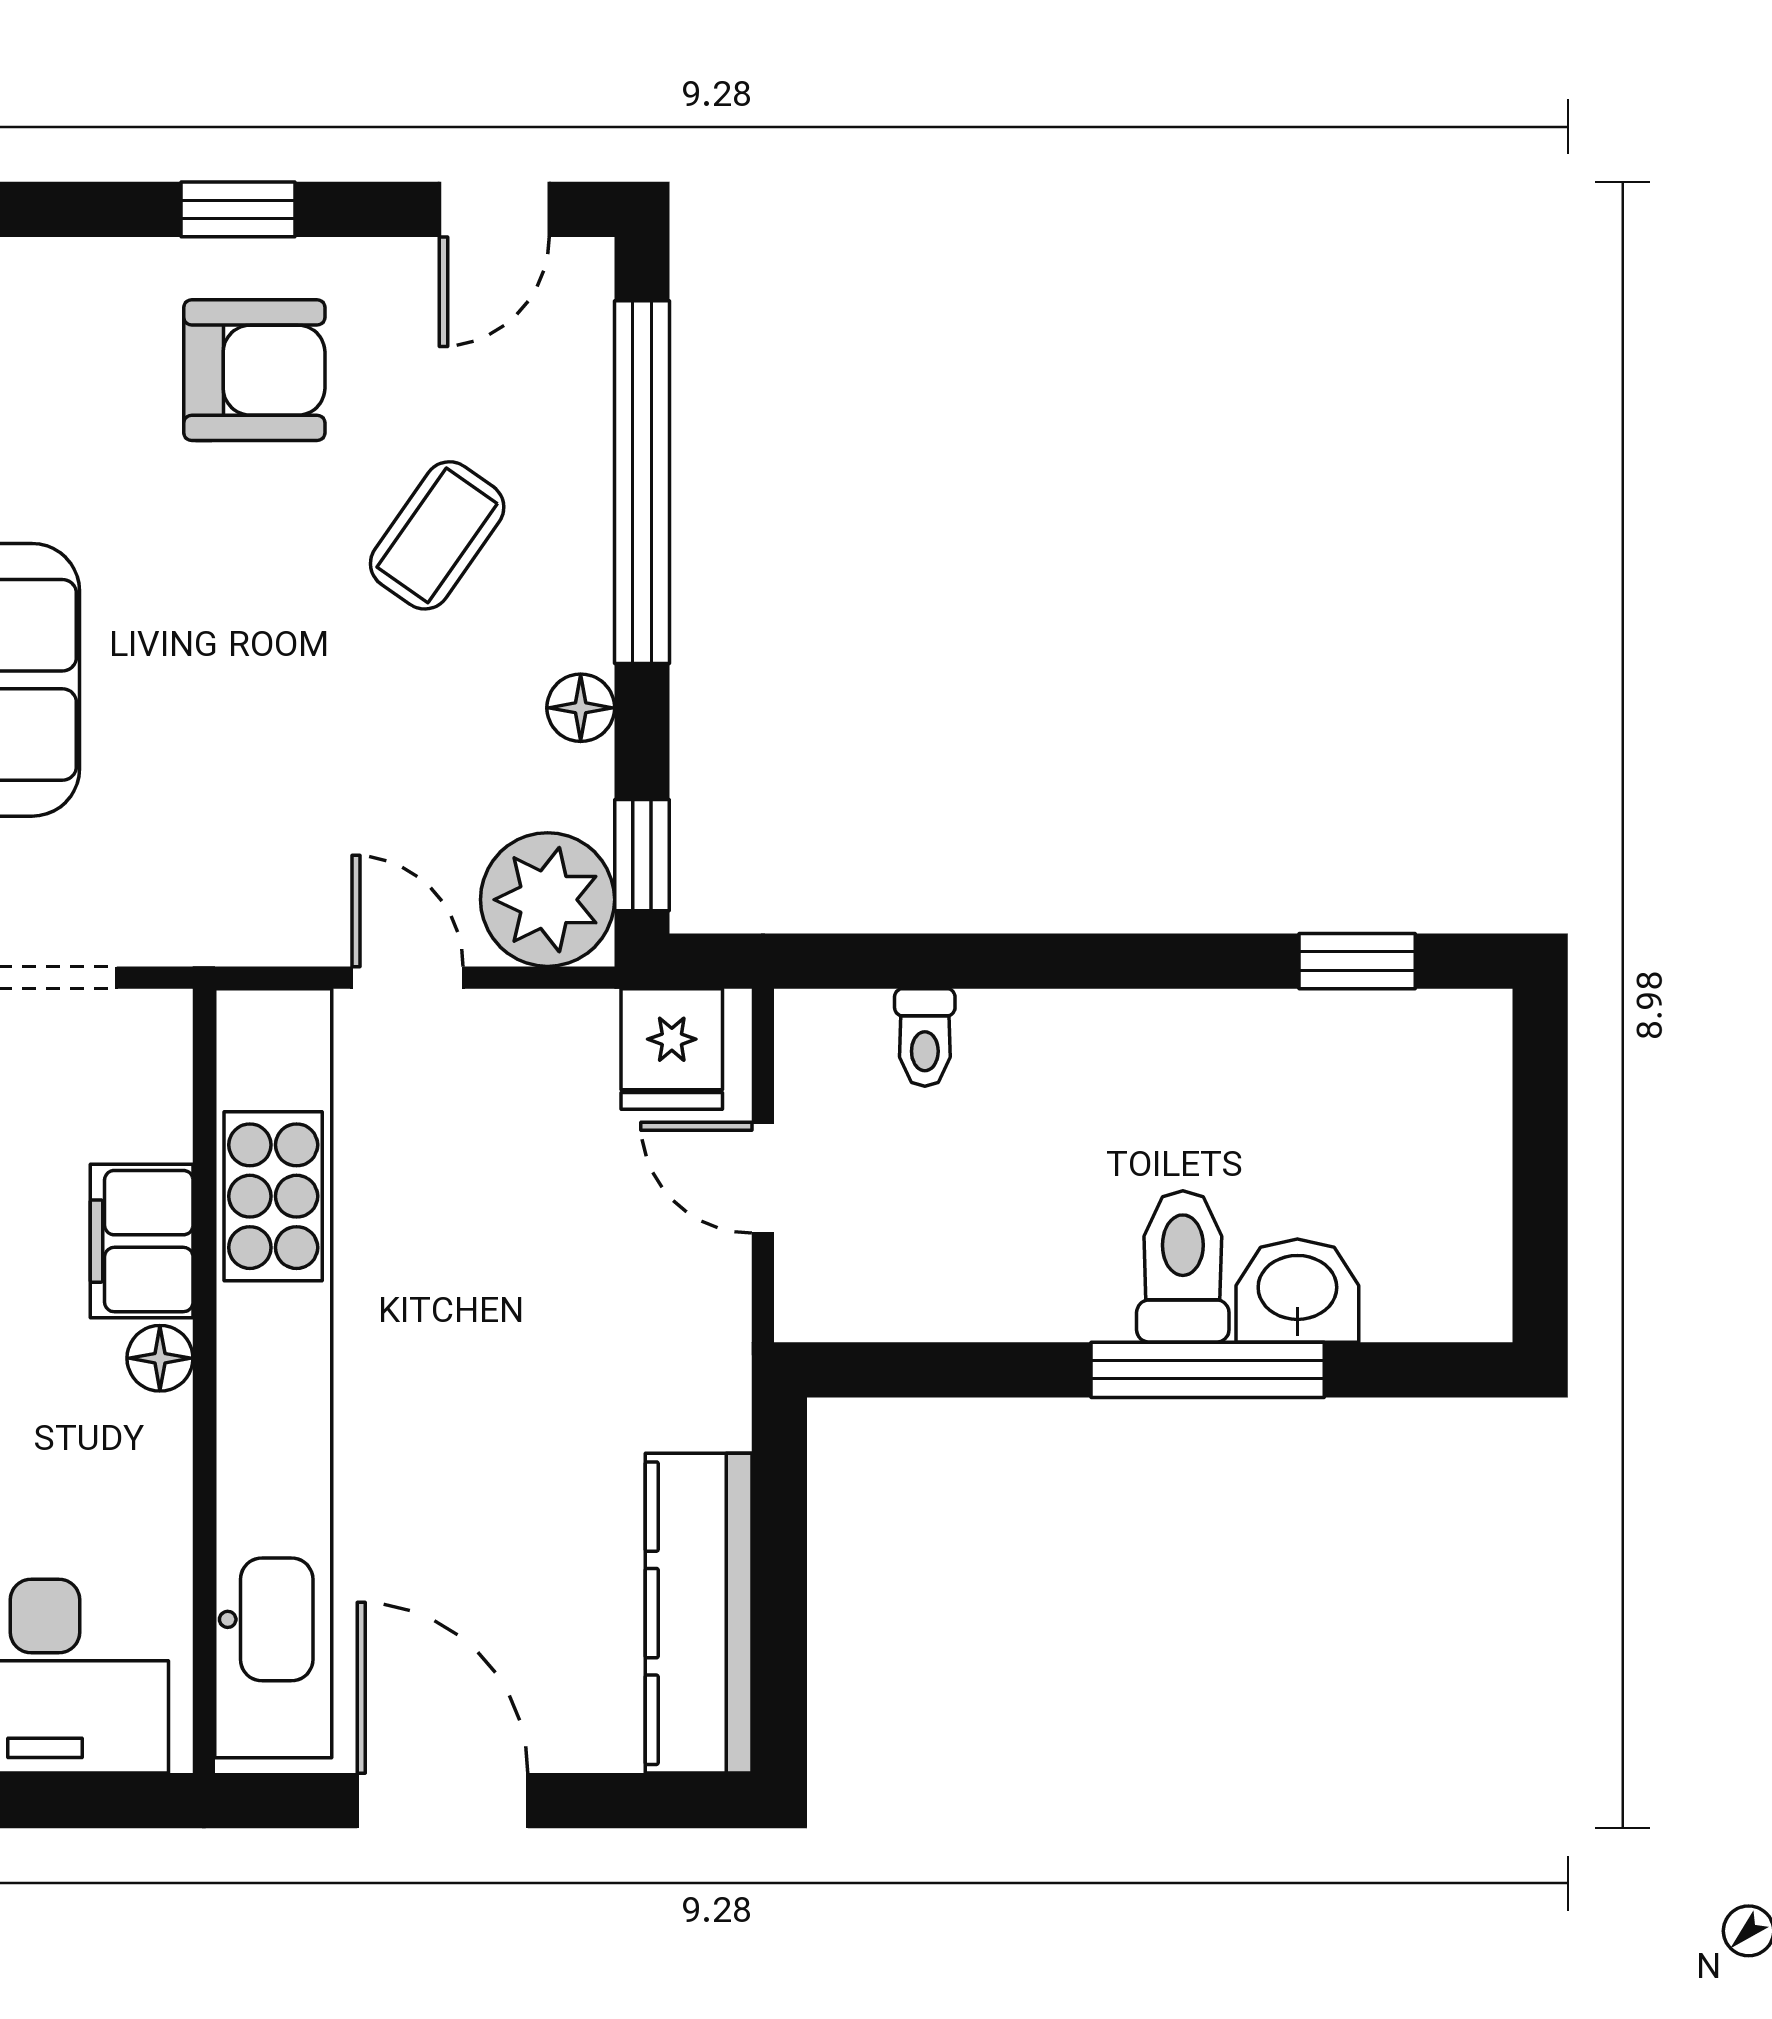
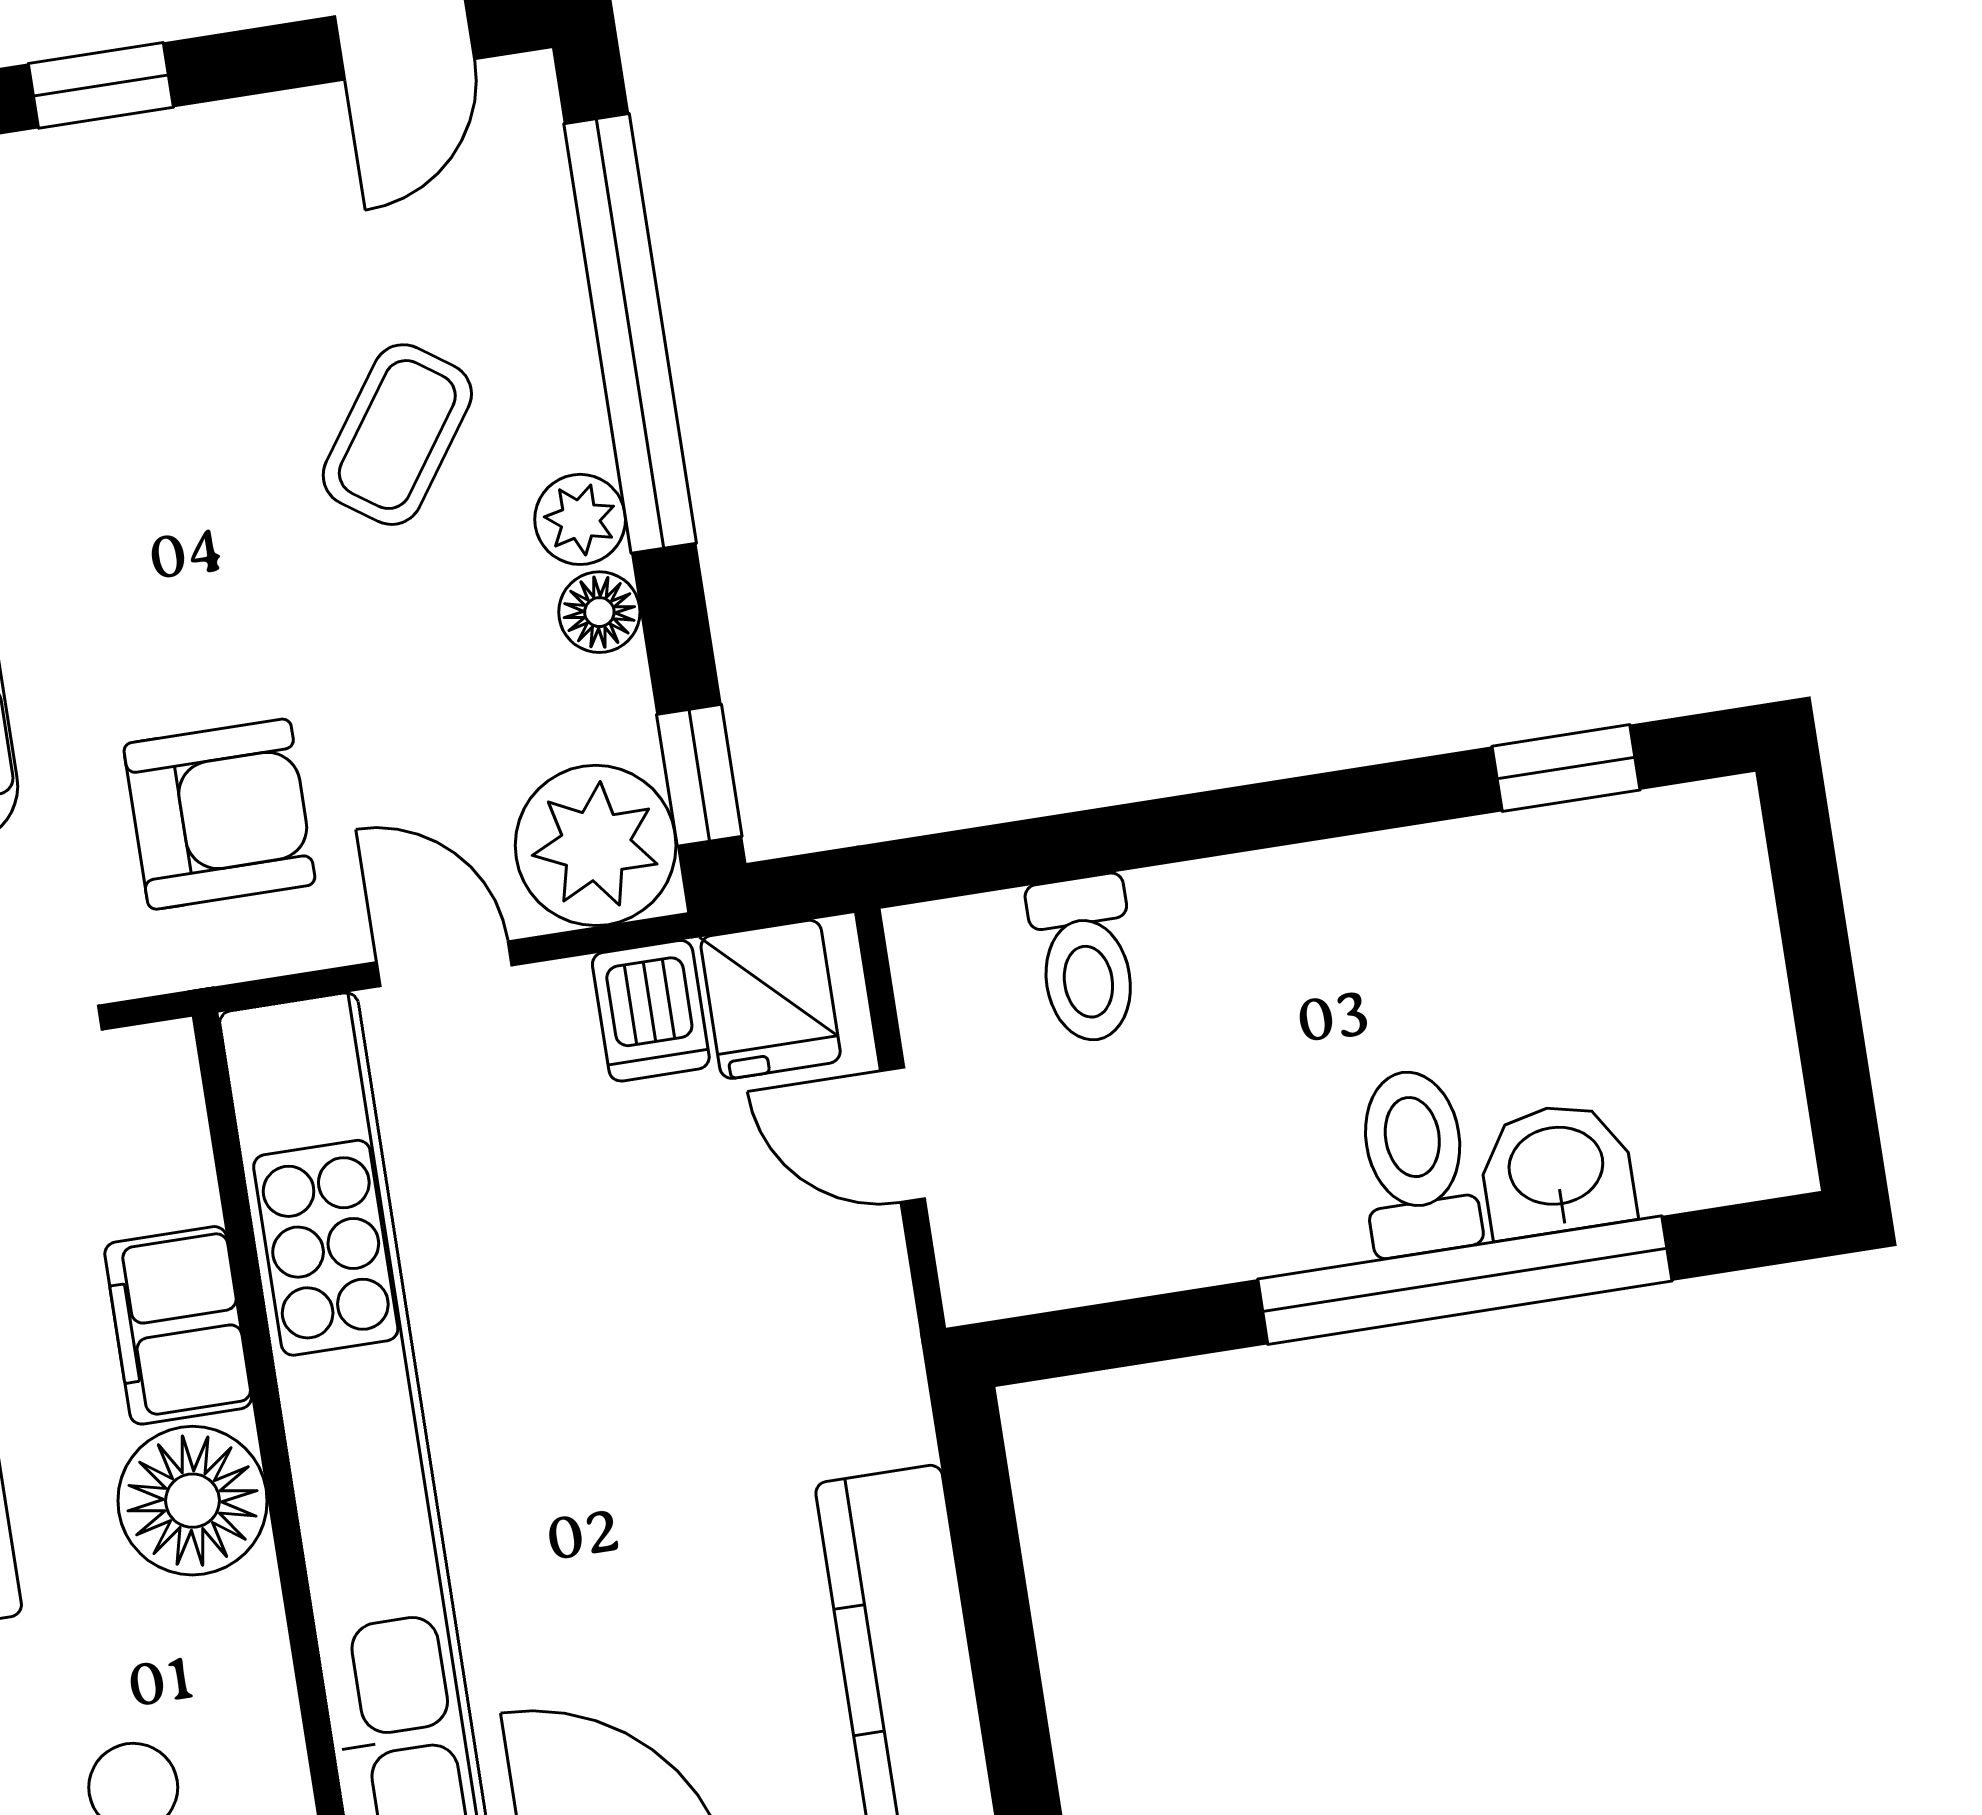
armchair: (254, 370) -> (219, 814), moved
plant: (577, 629) -> (580, 519), added
toilet: (925, 1037) -> (1085, 959), width x1.37, depth x1.39
dishwasher: (572, 1043) -> (651, 1011), added
floor lamp: (160, 1358) -> (193, 1501), width x1.89, depth x1.89
window: (1208, 1370) -> (1465, 1280), width x1.46

